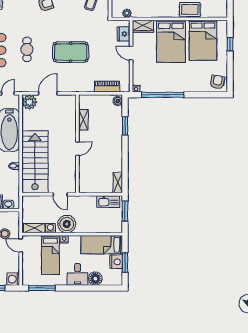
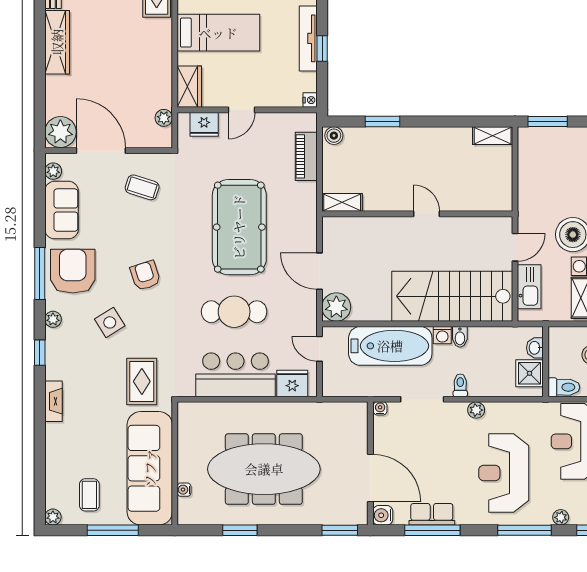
bed: (171, 41) -> (218, 33), width x0.67
cafe table: (27, 49) -> (234, 312), width x1.37, depth x1.35
pool table: (71, 52) -> (239, 227), width x1.36, depth x1.32
tv unit: (168, 88) -> (308, 38), added
window: (163, 95) -> (322, 49), width x0.32
shelving: (83, 120) -> (342, 202), moved
washing machine: (15, 157) -> (442, 335), added
kitchen sink: (108, 202) -> (529, 287), moved

